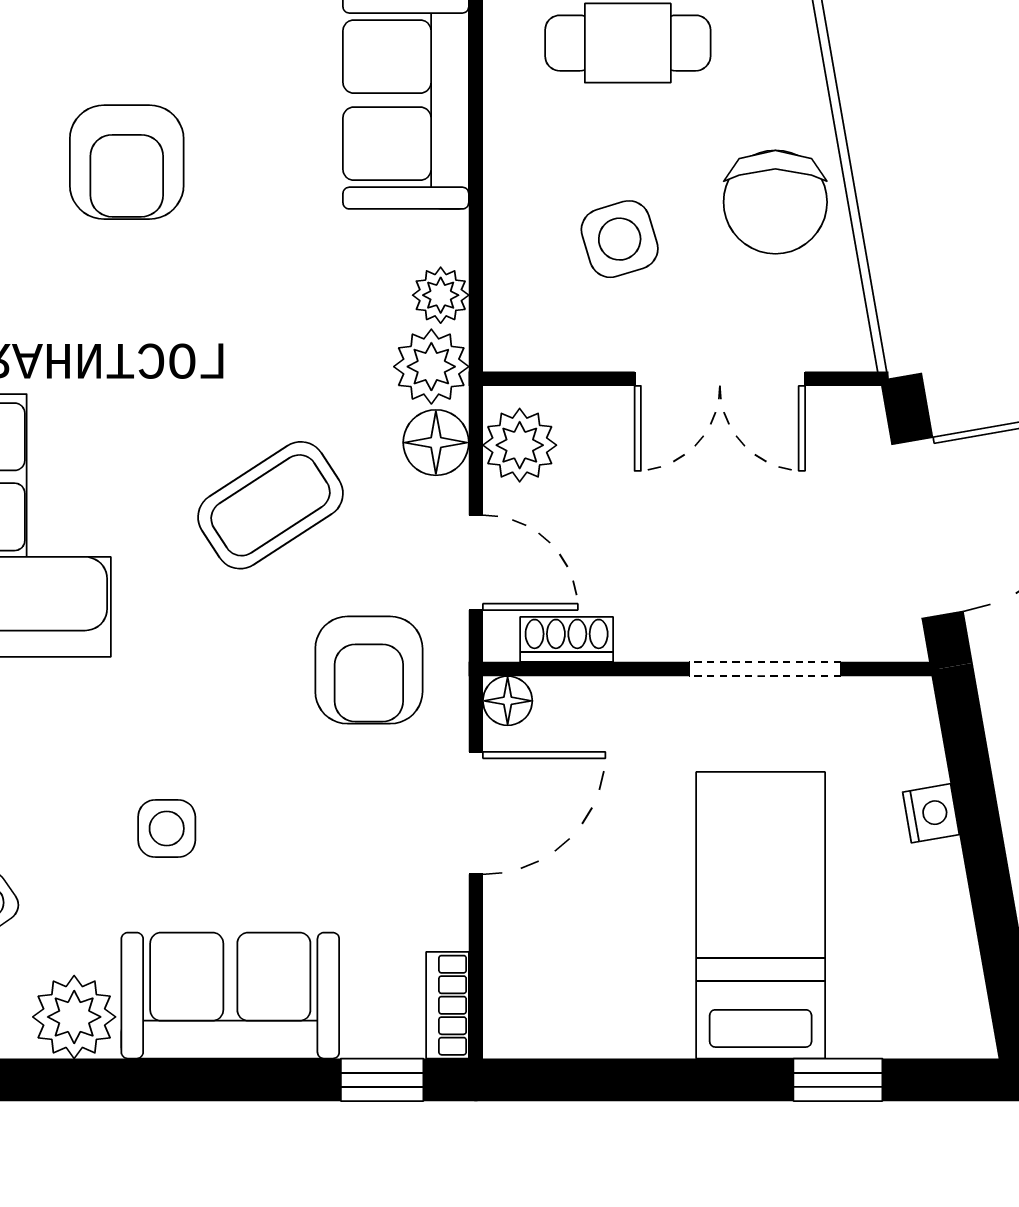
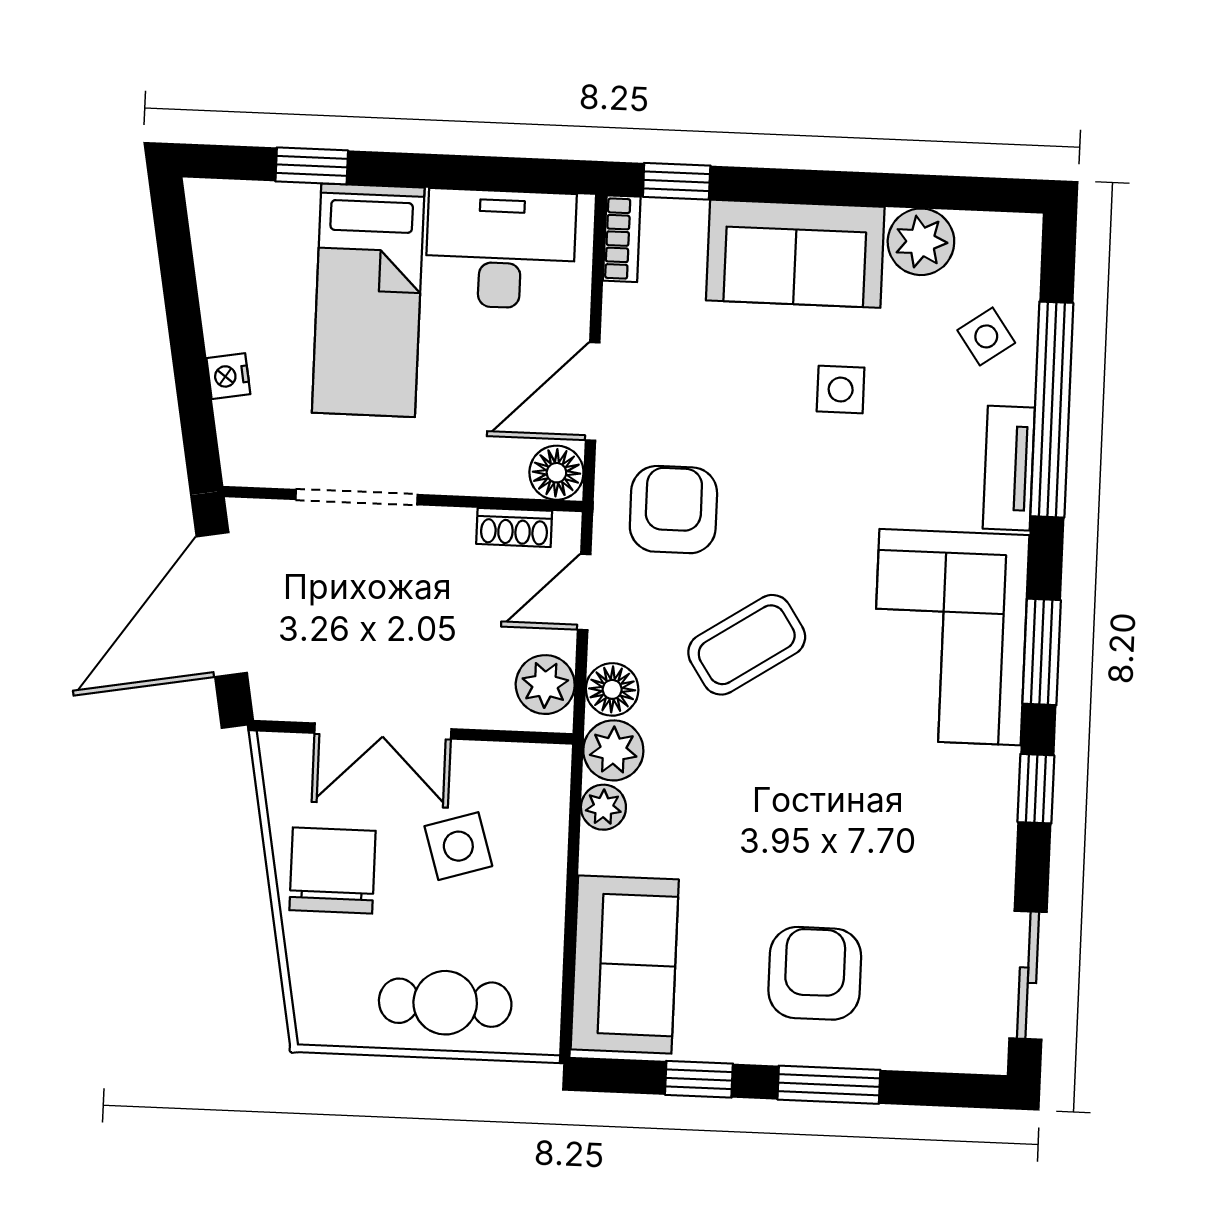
armchair: (127, 162) -> (815, 973), moved
double door: (720, 379) -> (383, 731), swing flipped
door: (476, 563) -> (584, 592), hinge flipped
floor lamp: (508, 701) -> (556, 473), width x1.37, depth x1.37
desk: (598, 986) -> (501, 249), added

